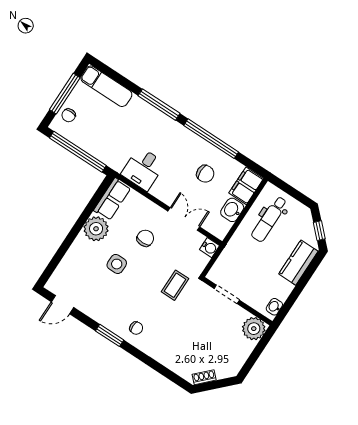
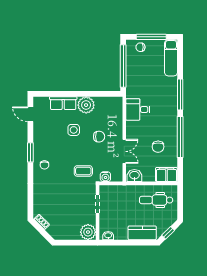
row of seats: (112, 199) -> (63, 103), moved
washbasin: (232, 210) -> (134, 175), moved
water cooler: (210, 248) -> (105, 177), moved

